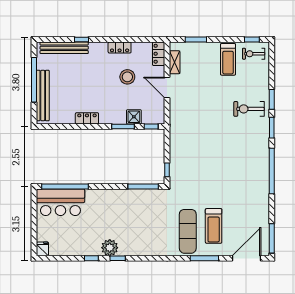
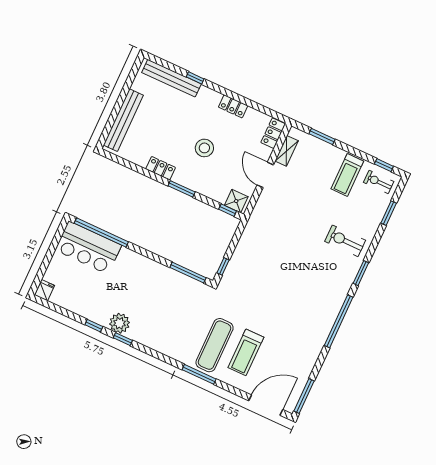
stool: (127, 77) -> (204, 148), moved
window: (34, 80) -> (122, 98), removed
window: (272, 99) -> (389, 213), moved
shower: (134, 117) -> (236, 201), moved
window: (123, 126) -> (182, 189), moved
window: (204, 258) -> (199, 374), moved

